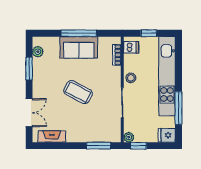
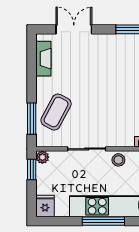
coffee table: (78, 92) -> (56, 112), moved
window: (178, 108) -> (103, 221), moved
double door: (29, 113) -> (74, 29), swing flipped

